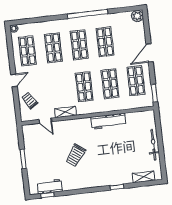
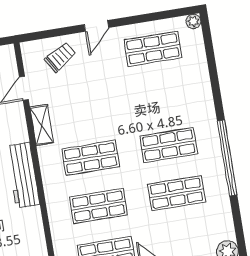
shop shelf: (53, 48) -> (161, 97), removed
door: (14, 80) -> (96, 26), hinge flipped
workbench: (109, 121) -> (23, 175), moved

